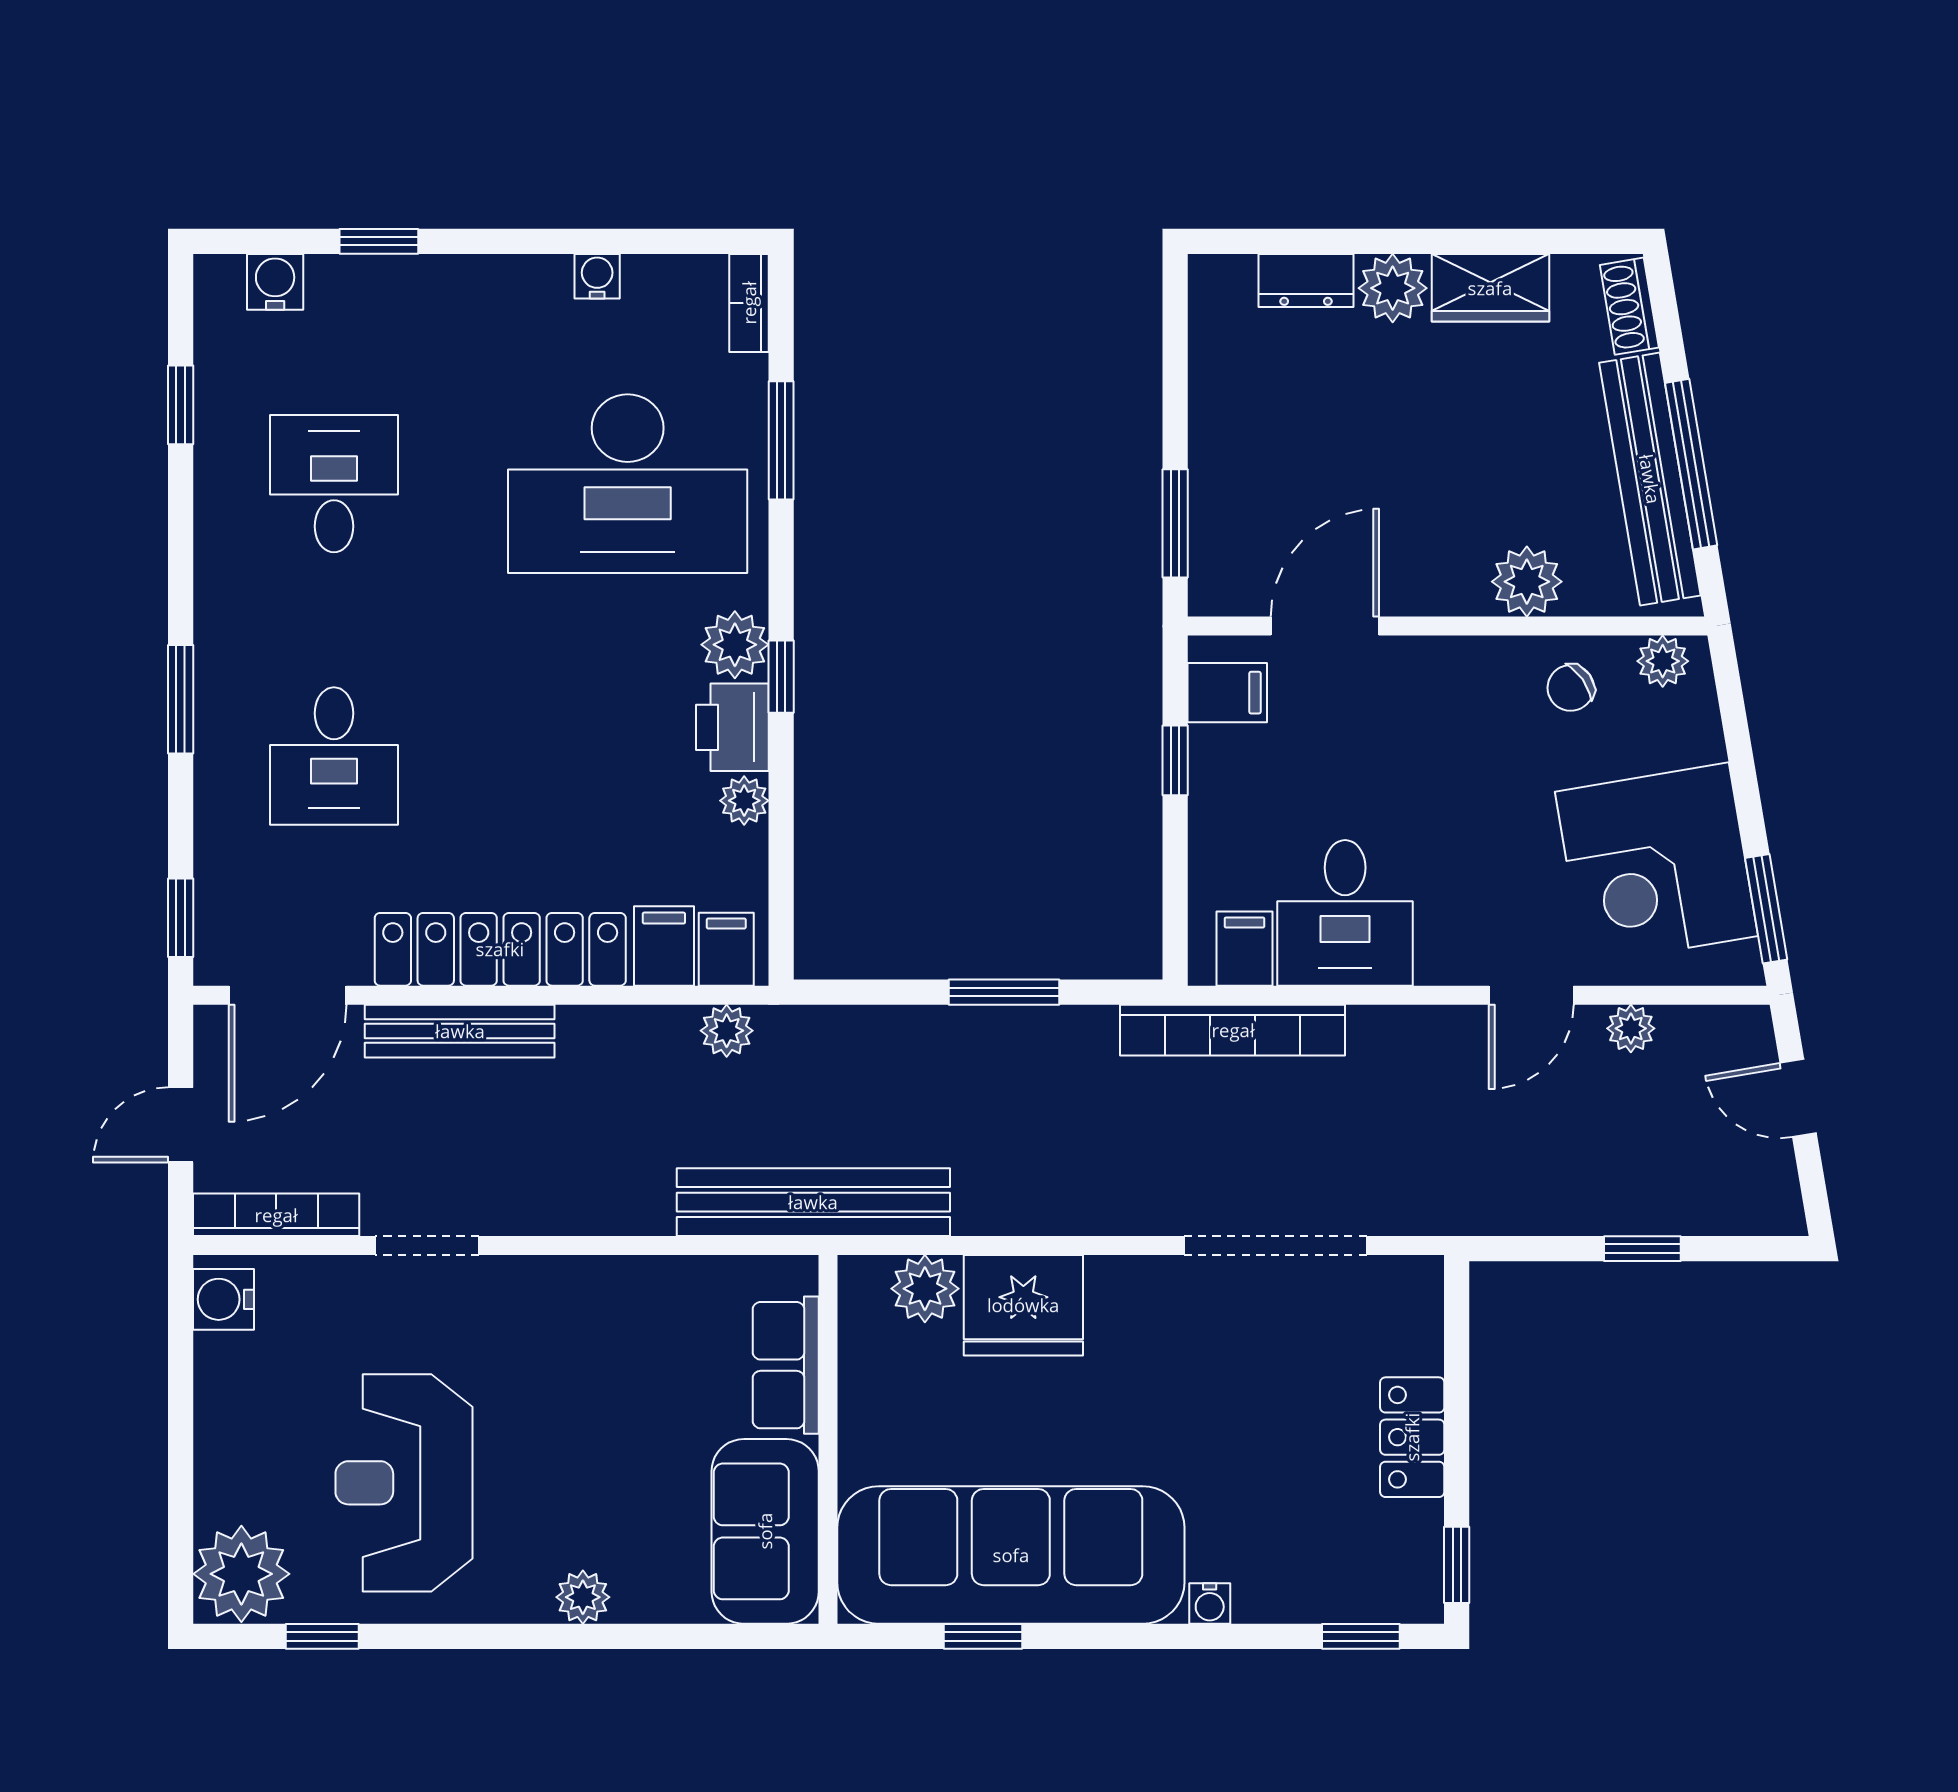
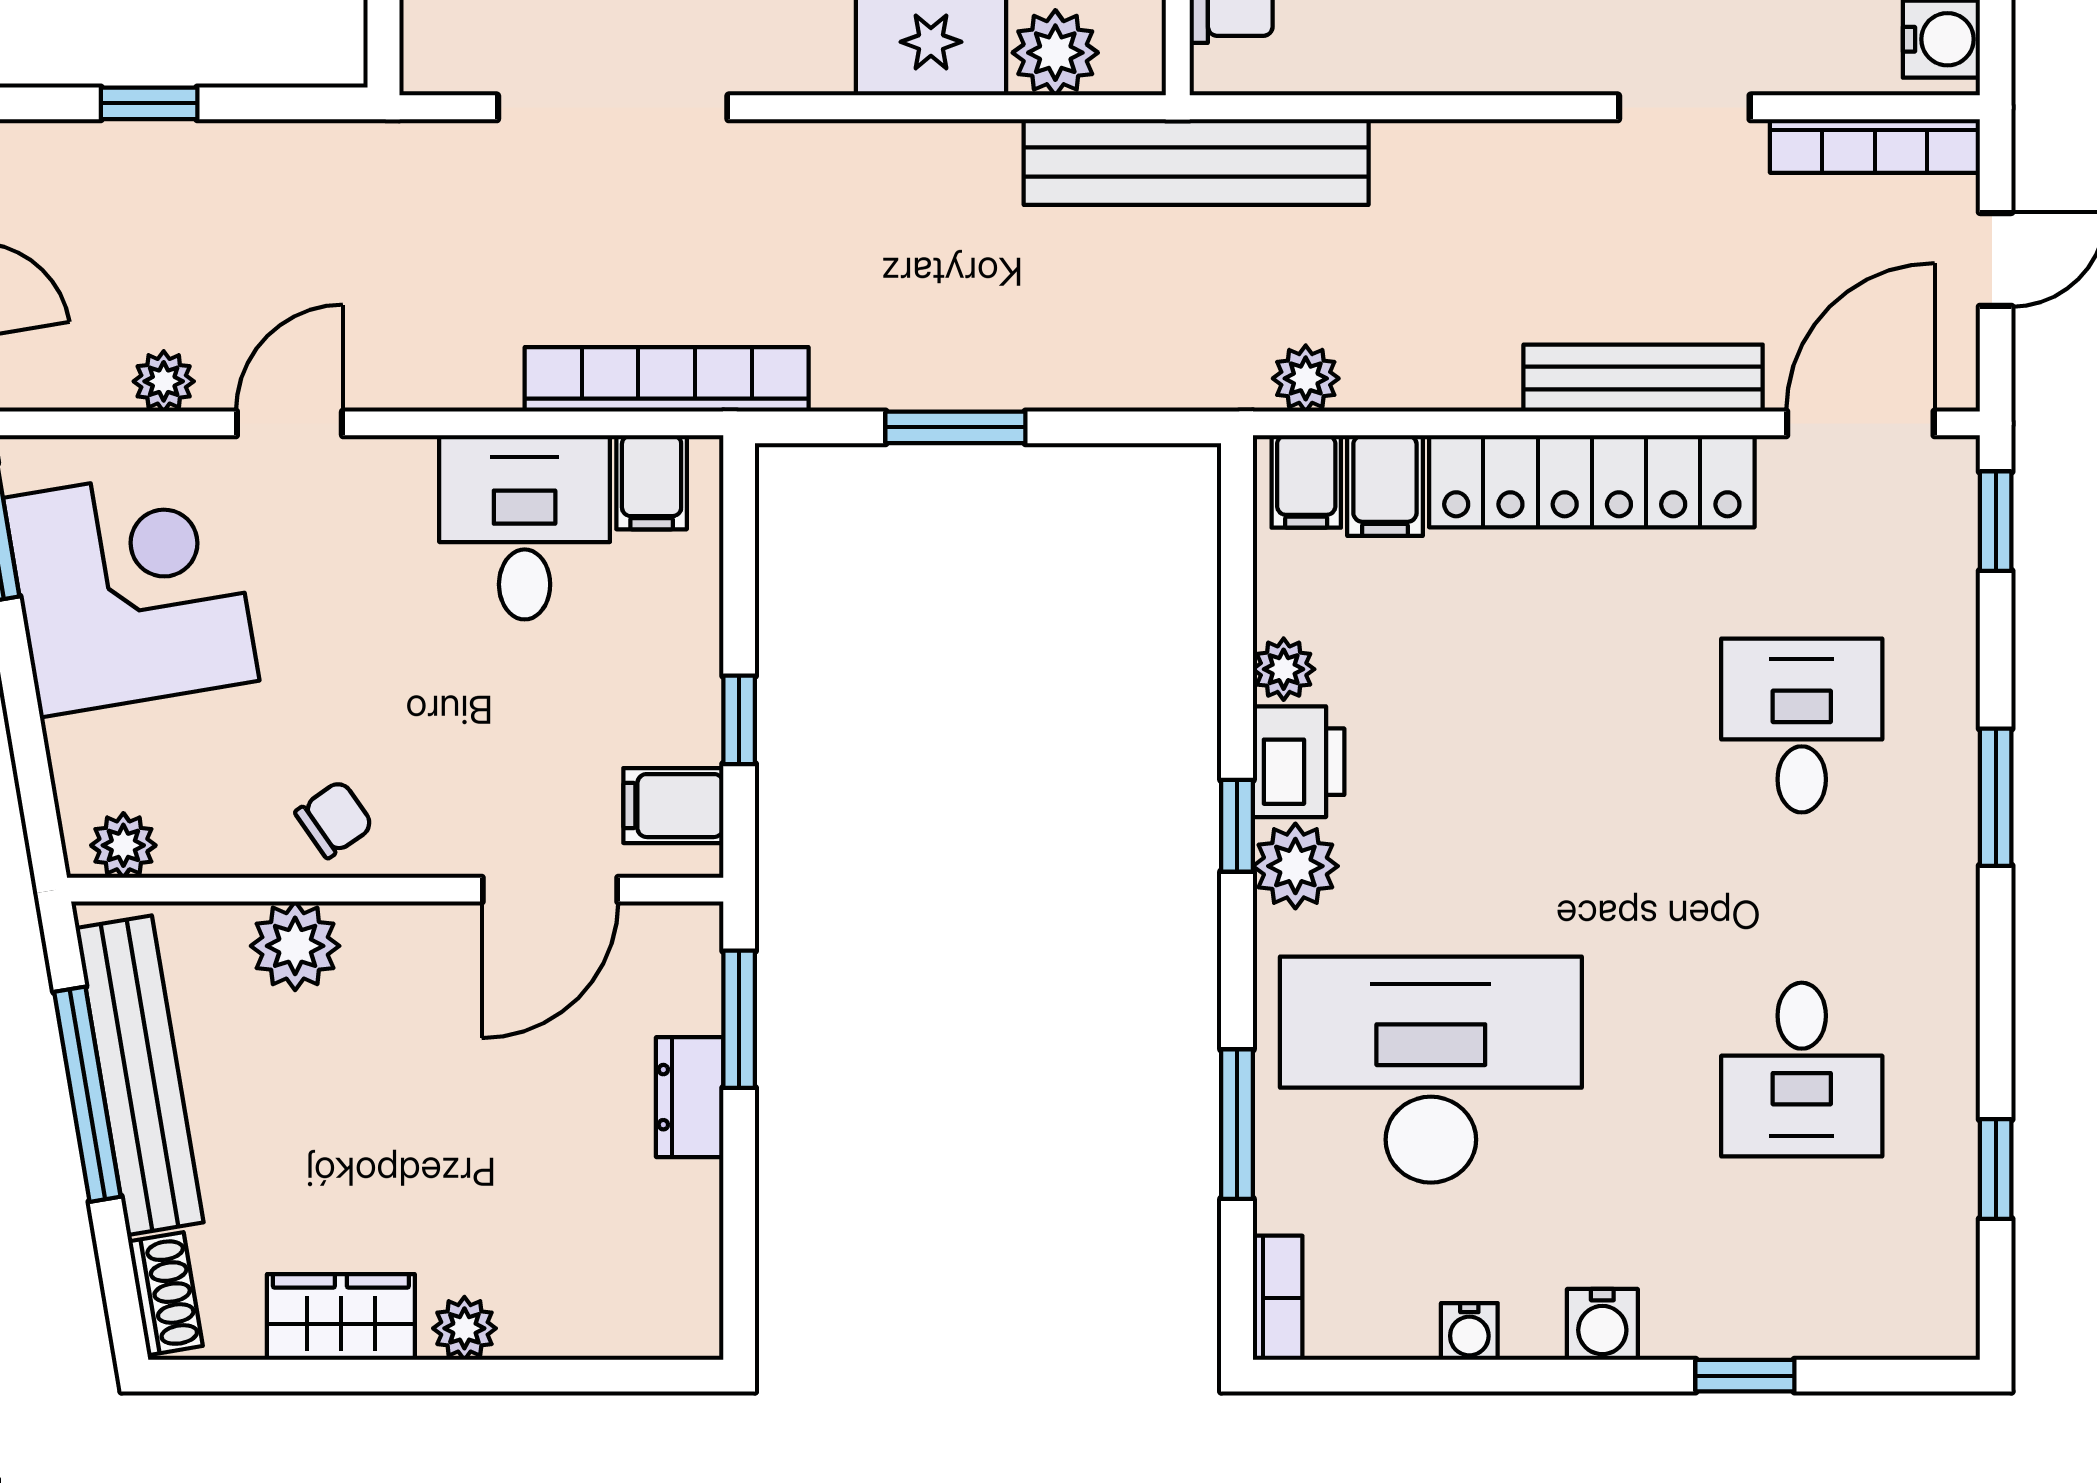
dresser: (1306, 280) -> (690, 1097), moved, turned -90
water cooler: (275, 282) -> (1602, 1324), moved
plant: (1393, 288) -> (464, 1328), width x0.73, depth x0.73
chair: (1571, 688) -> (334, 819), moved

